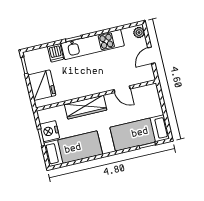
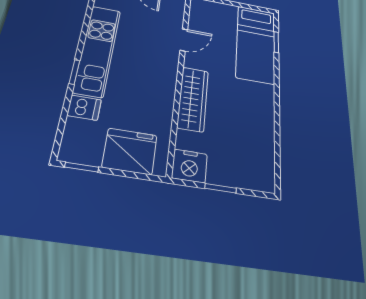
nightstand: (50, 131) -> (189, 166), moved
bed: (73, 149) -> (254, 144), removed

